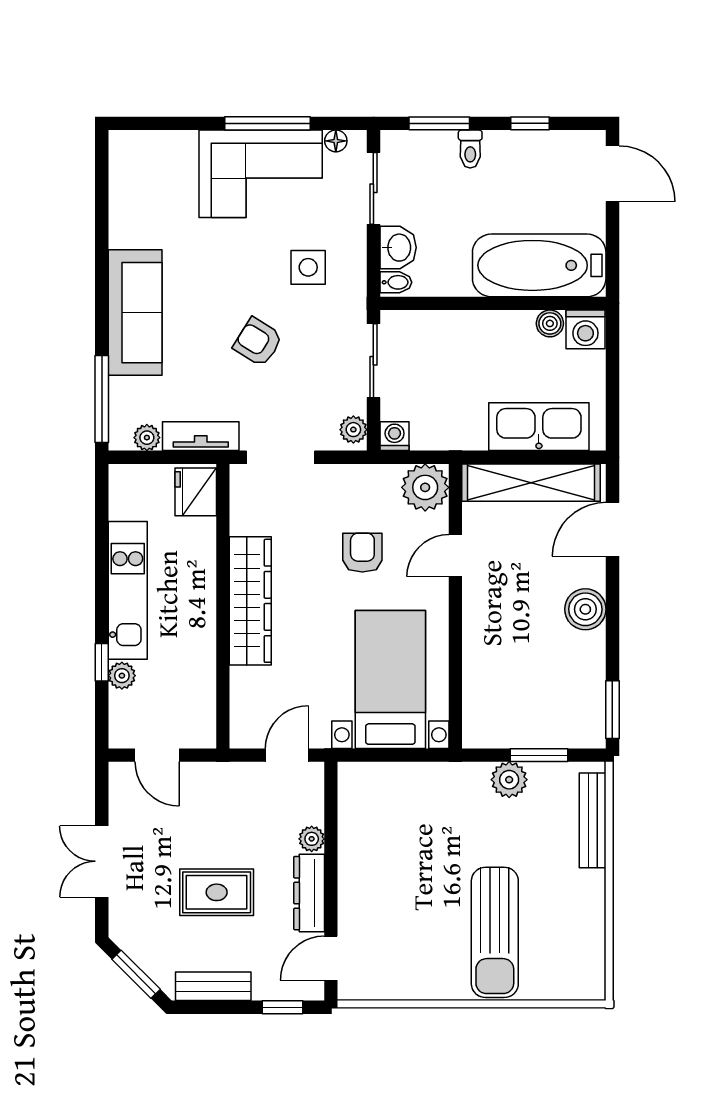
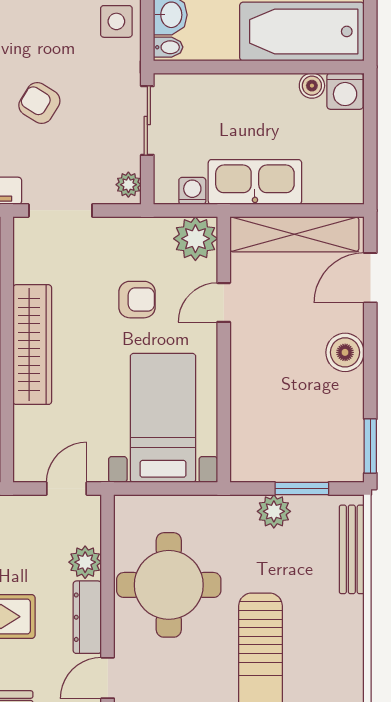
side table: (308, 267) -> (116, 21), moved
kitchen sink: (539, 427) -> (255, 182), moved
washing machine: (395, 436) -> (192, 191), moved
armchair: (362, 553) -> (137, 300), turned 90
plant: (312, 839) -> (85, 562), width x1.38, depth x1.38
round table: (396, 858) -> (169, 585), added

